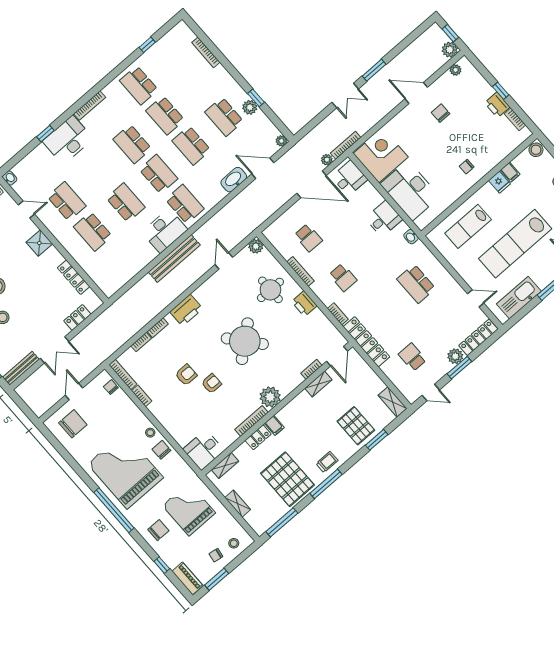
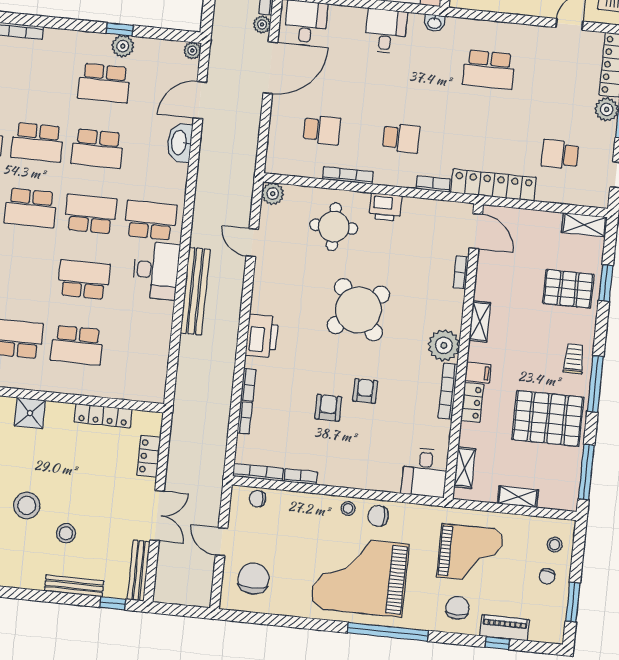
shelving: (318, 384) -> (480, 321), moved
grand piano: (189, 509) -> (470, 553), turned 180
piano: (187, 579) -> (504, 628), moved

